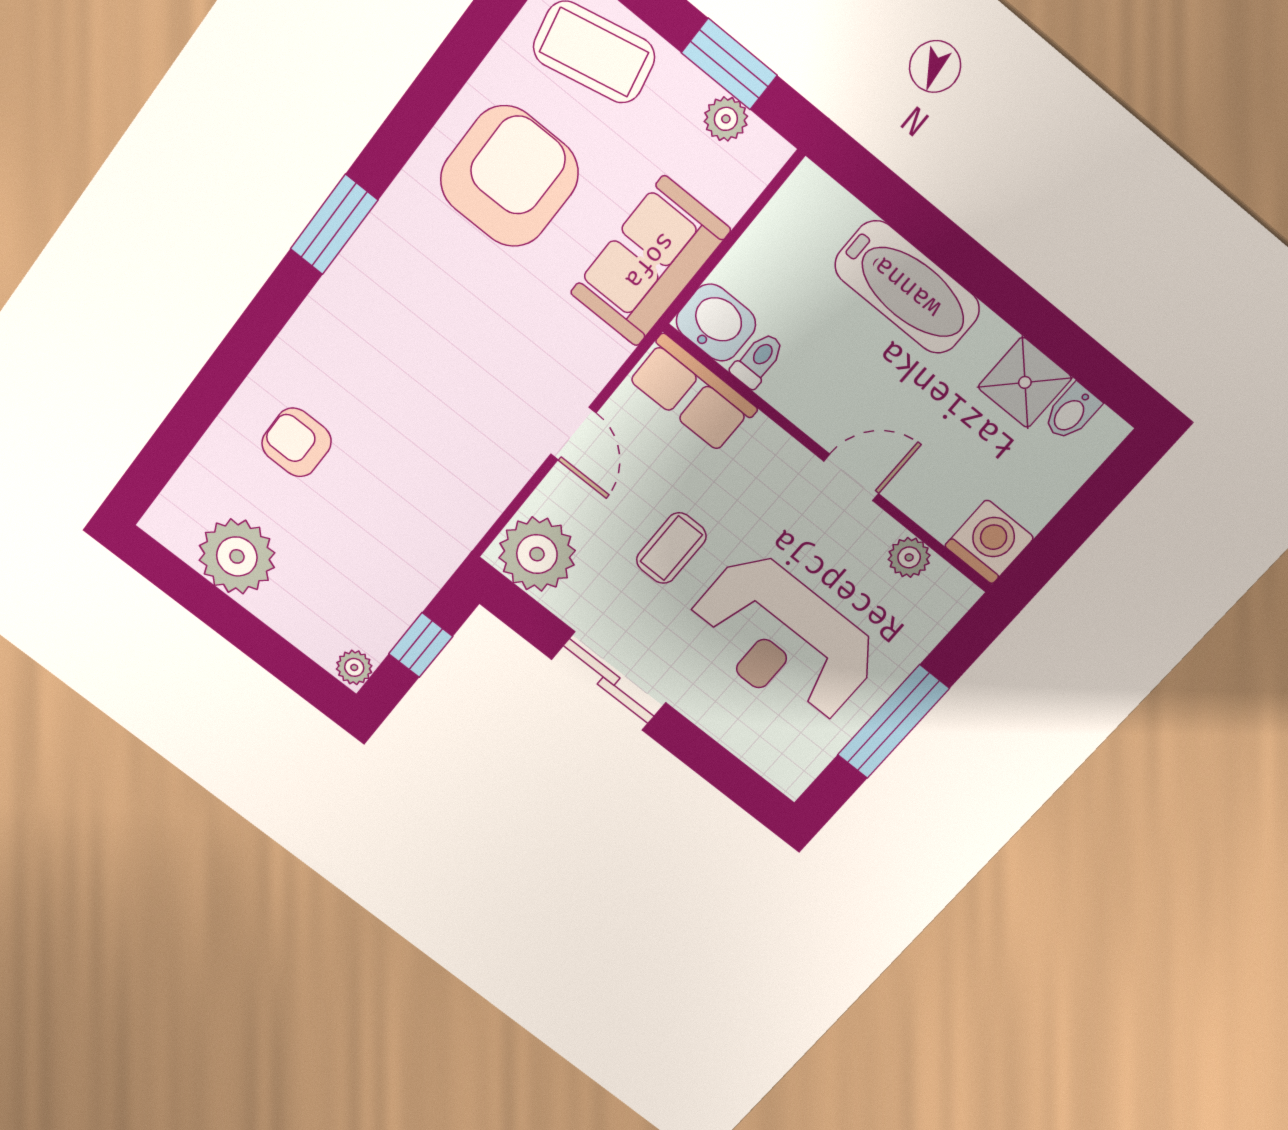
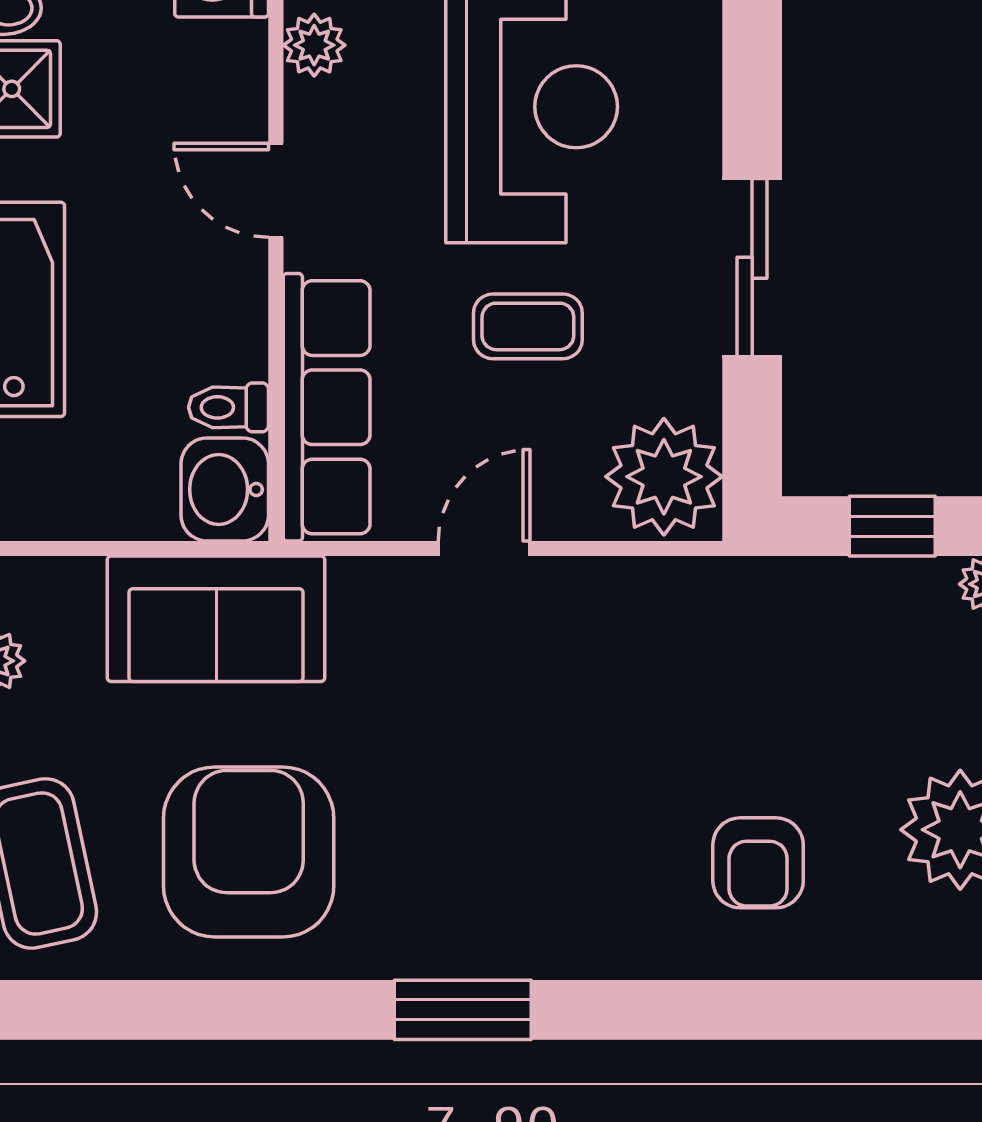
armchair: (509, 176) -> (249, 852), turned 90
row of seats: (692, 393) -> (327, 407), width x1.48

